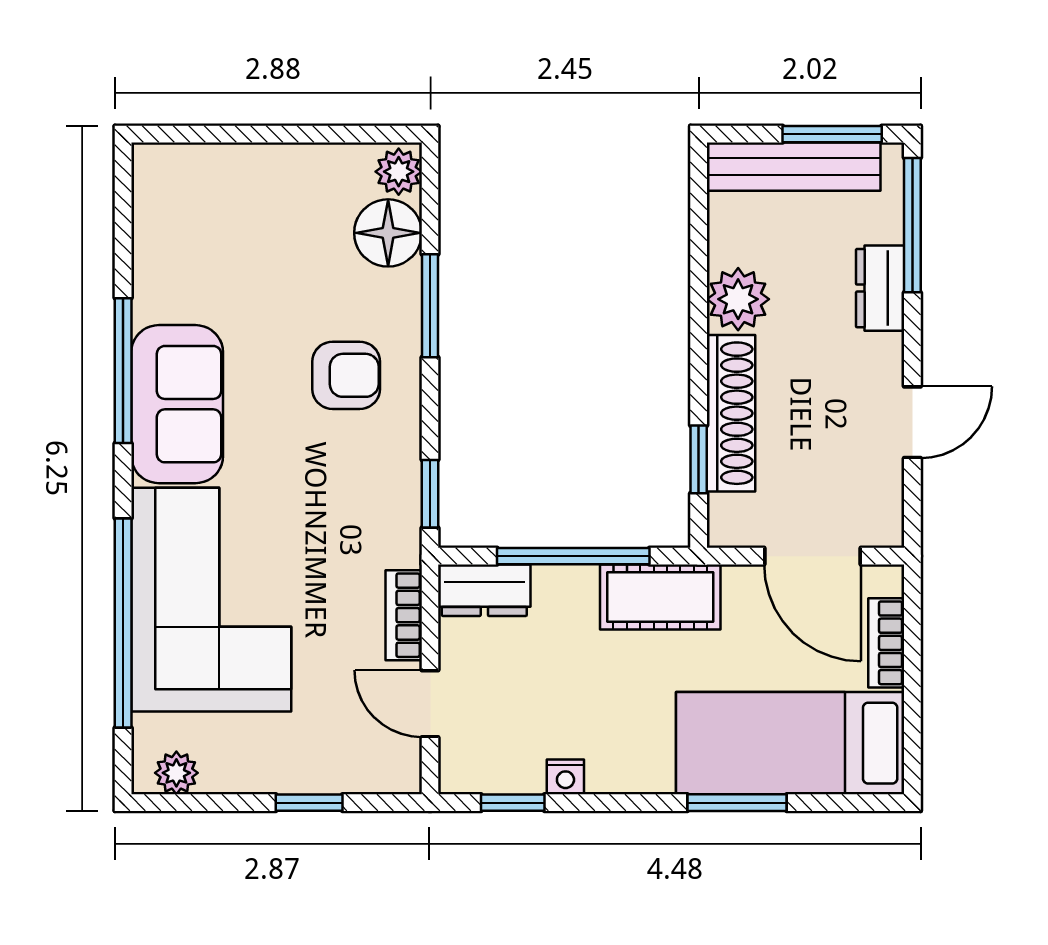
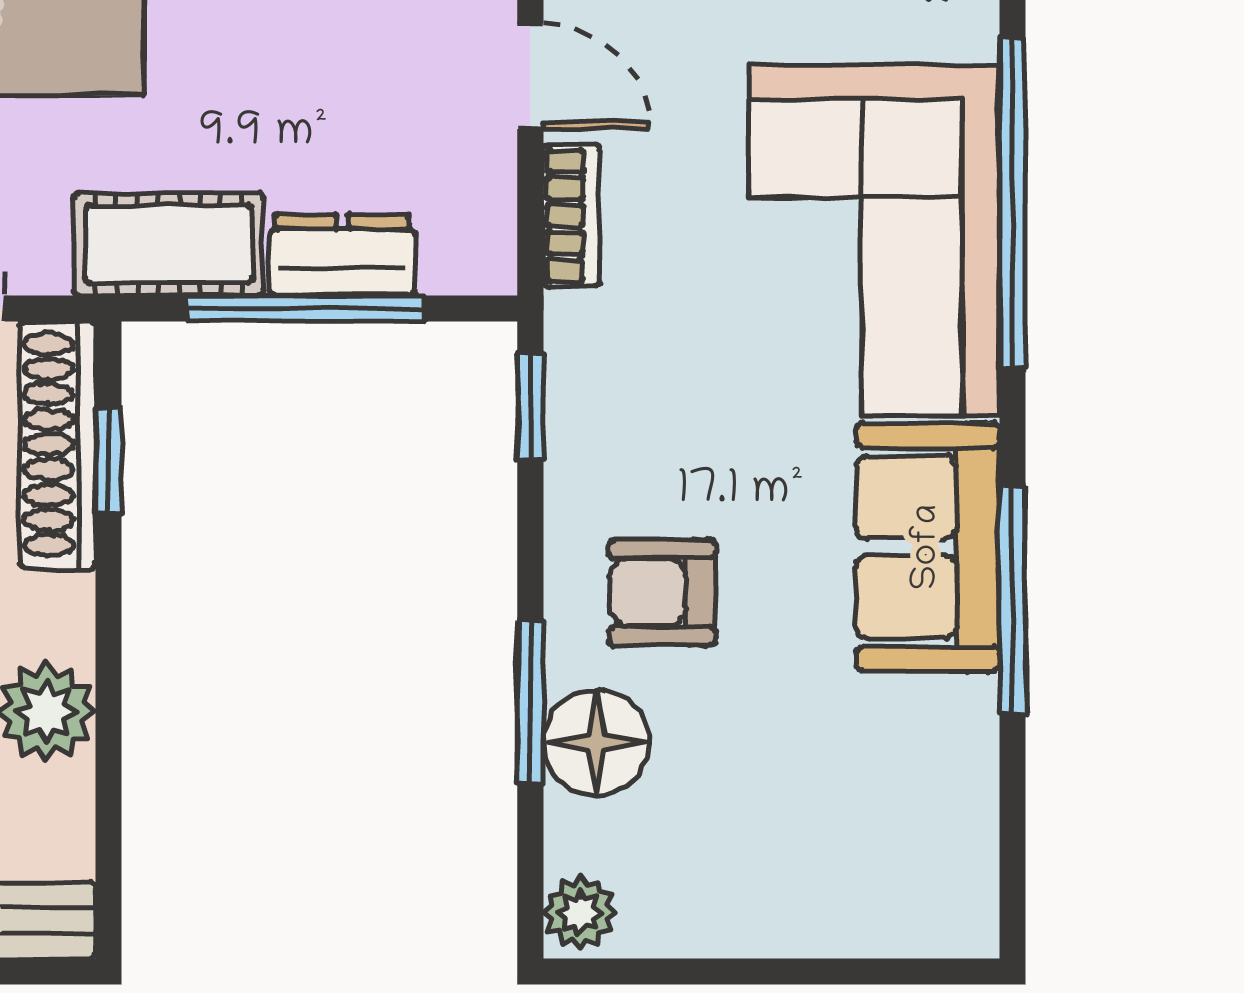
floor lamp: (388, 233) -> (596, 743), moved
shoe rack: (731, 413) -> (58, 445), moved
dresser: (484, 590) -> (342, 255), moved

